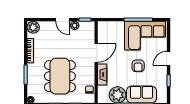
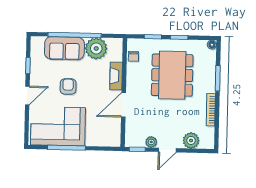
door: (62, 20) -> (167, 150), swing flipped
plant: (33, 27) -> (191, 140), moved

